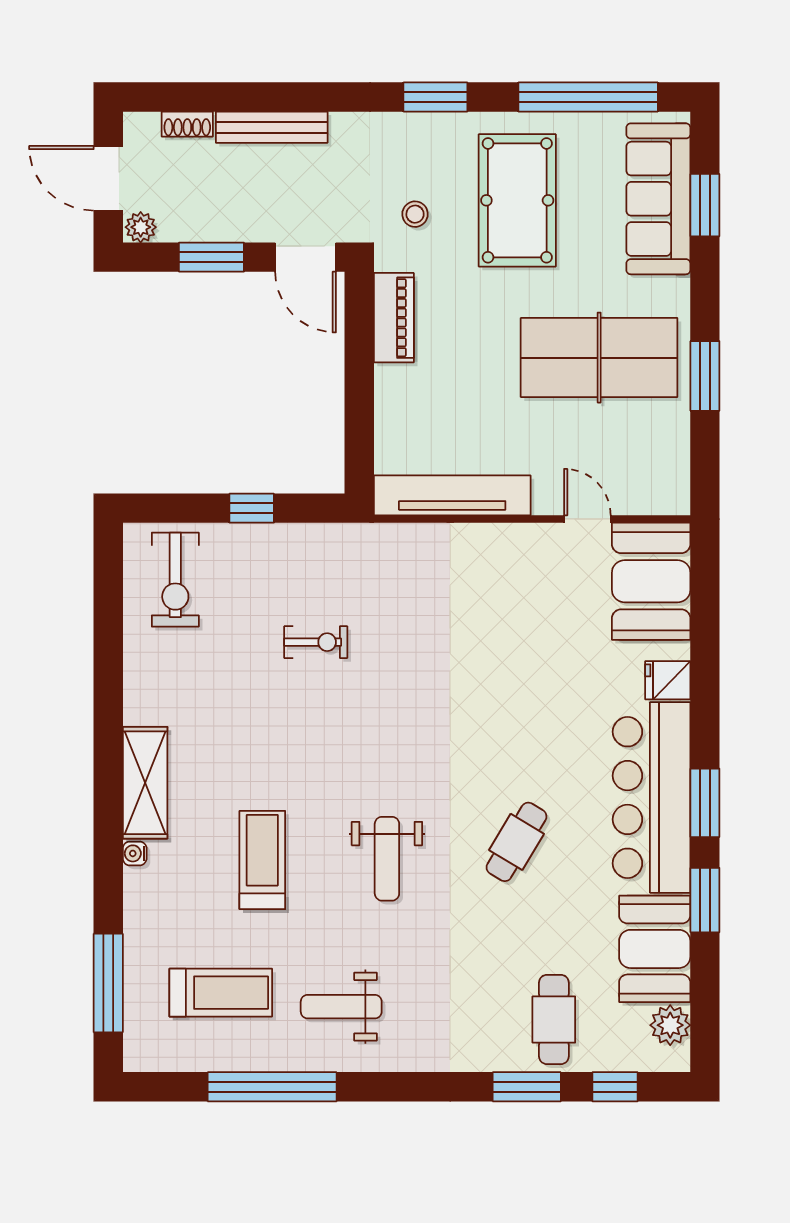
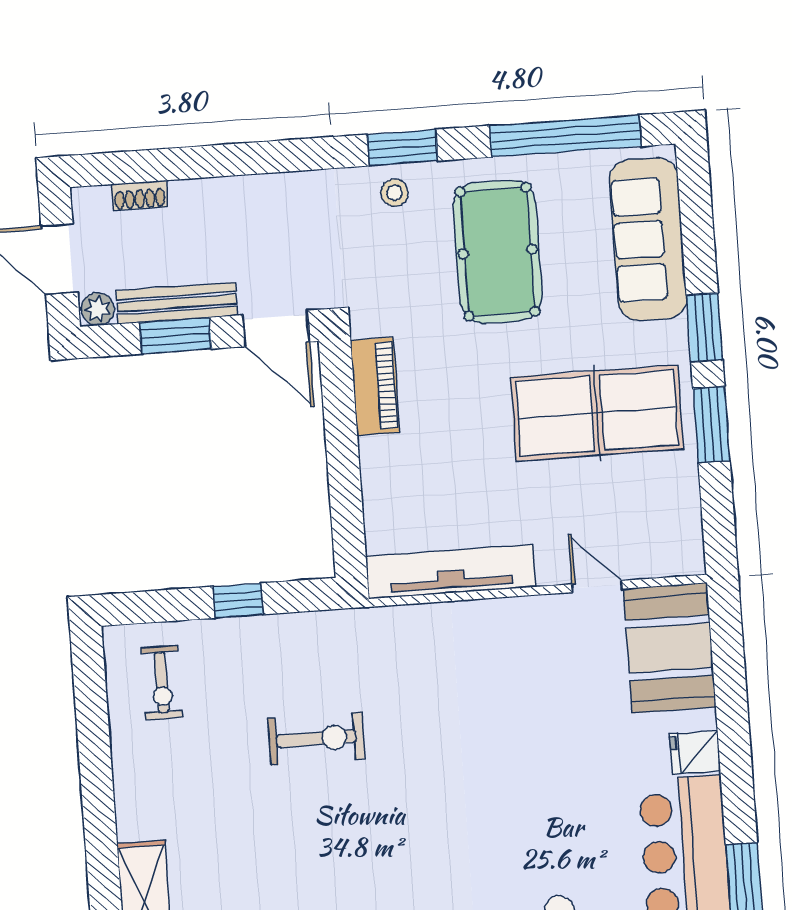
bench: (272, 127) -> (177, 303), moved
window: (705, 205) -> (704, 328), moved
stool: (415, 214) -> (394, 193), moved
exercise bike: (175, 580) -> (162, 683), width x0.73, depth x0.72
exercise bike: (316, 642) -> (316, 739), width x1.38, depth x1.39

